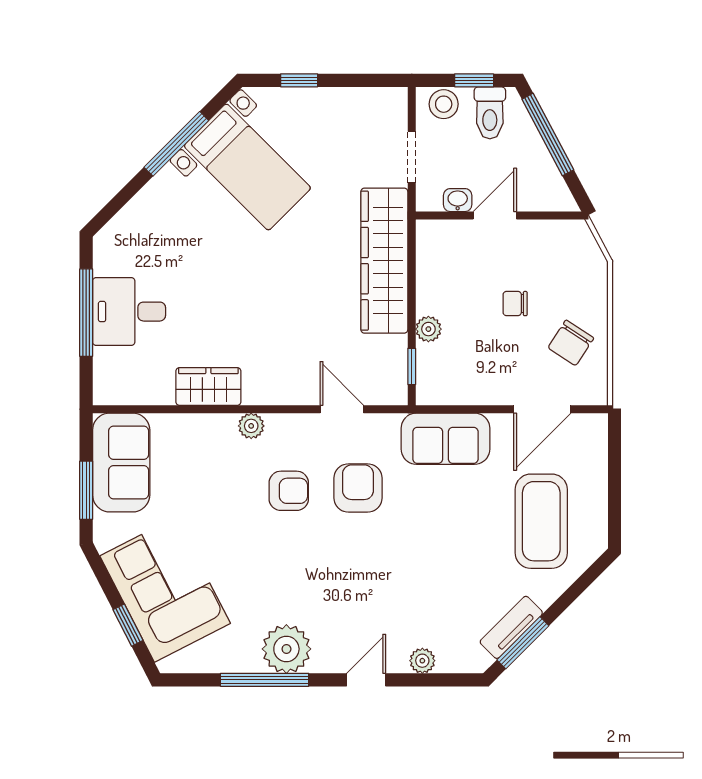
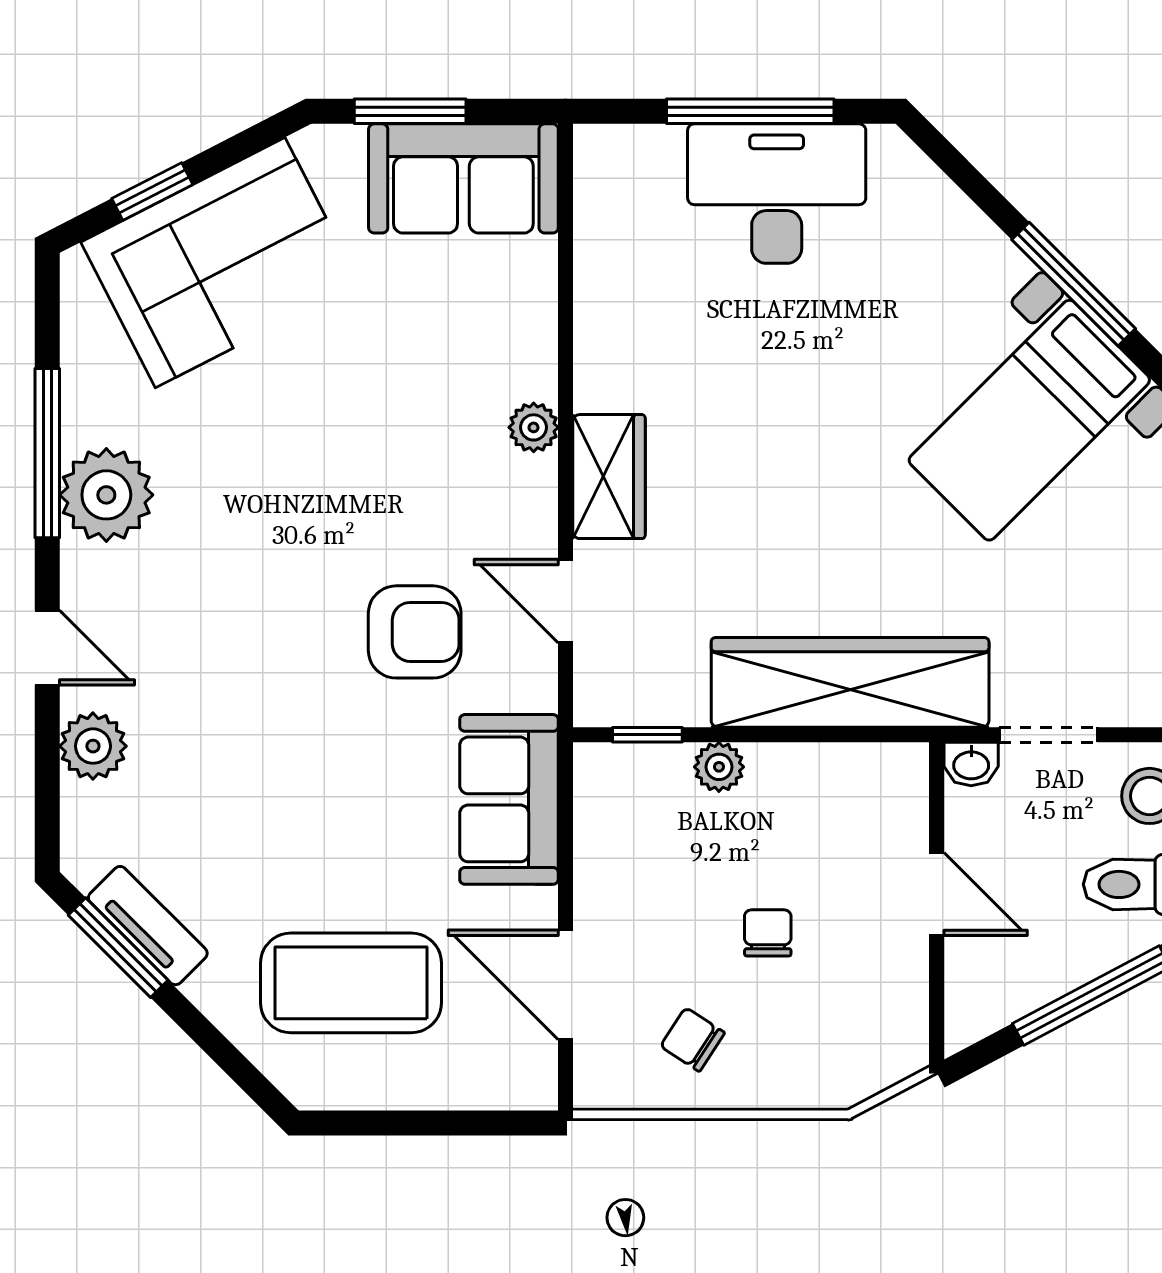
washbasin: (458, 200) -> (971, 764), moved, turned 90
desk: (129, 312) -> (777, 194), width x1.37
chair: (571, 343) -> (693, 1040), width x0.73, depth x0.73
wardrobe: (208, 386) -> (609, 477), moved
door: (342, 409) -> (566, 601), swing flipped
armchair: (289, 491) -> (409, 499), removed
plant: (422, 661) -> (93, 746), width x1.38, depth x1.38

